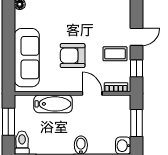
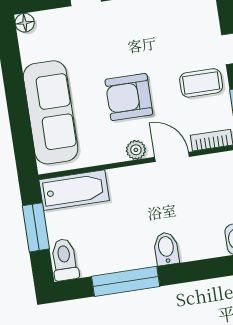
plant: (72, 86) -> (136, 150), added
bathtub: (53, 104) -> (74, 190), moved

